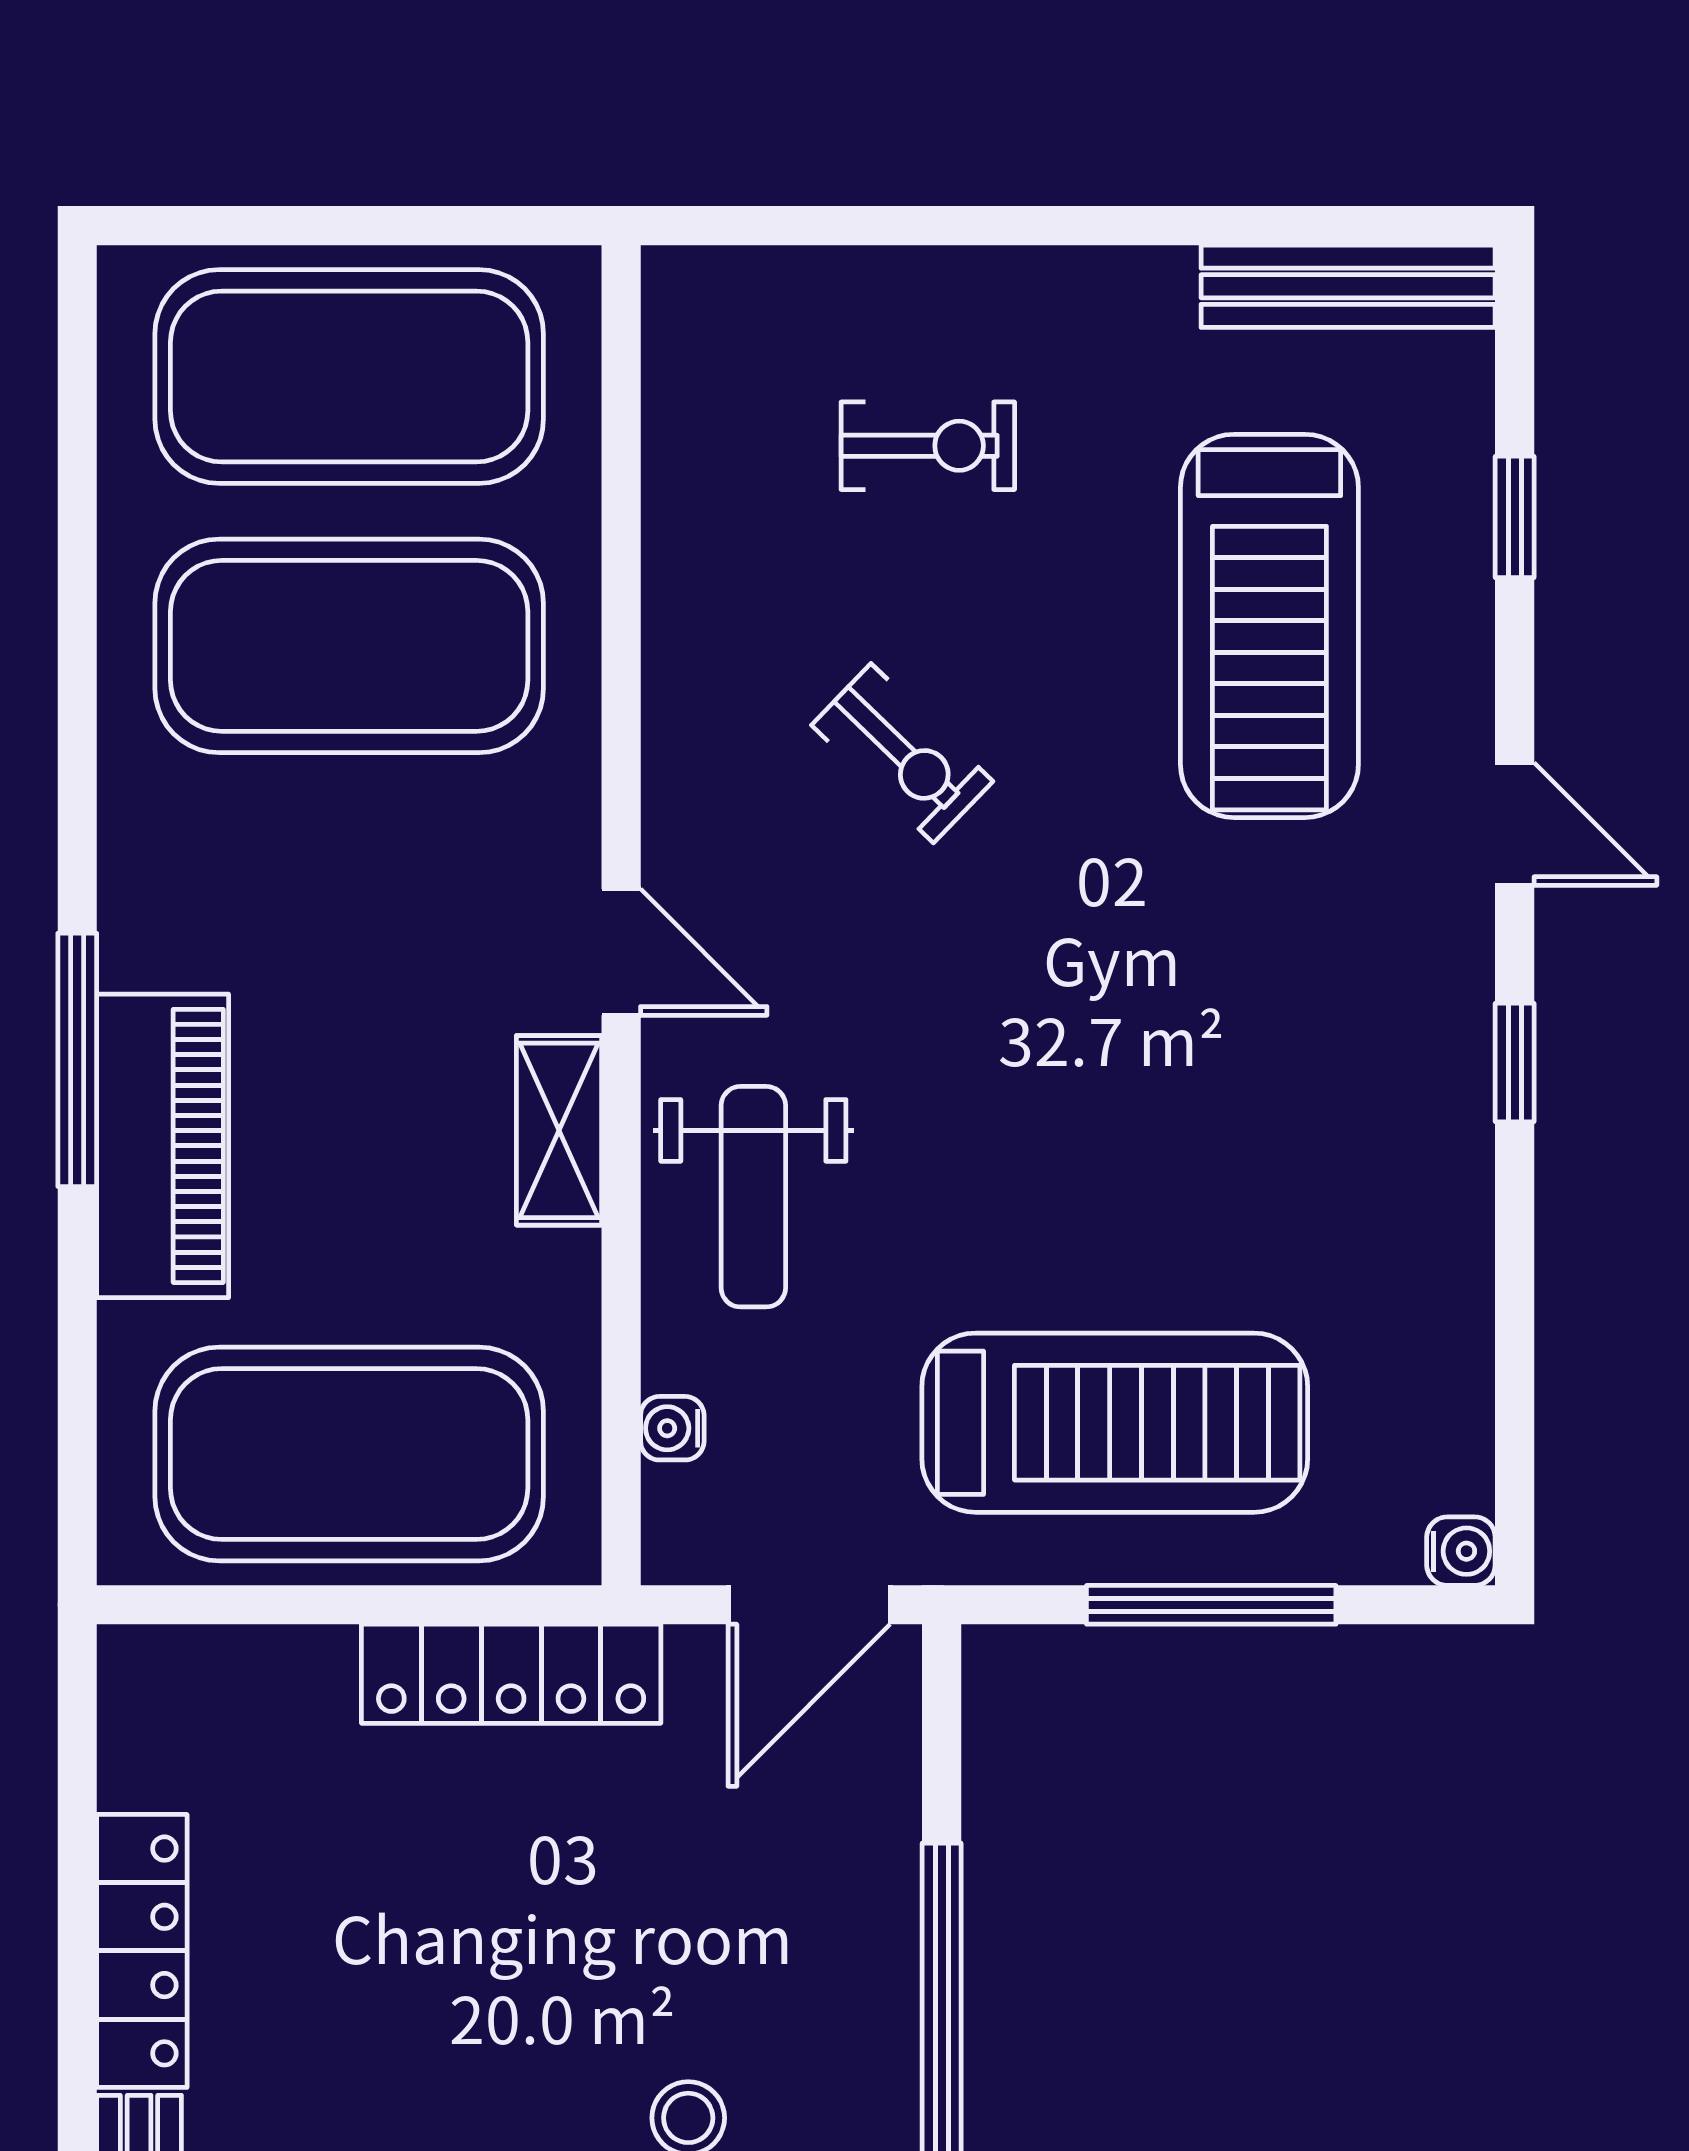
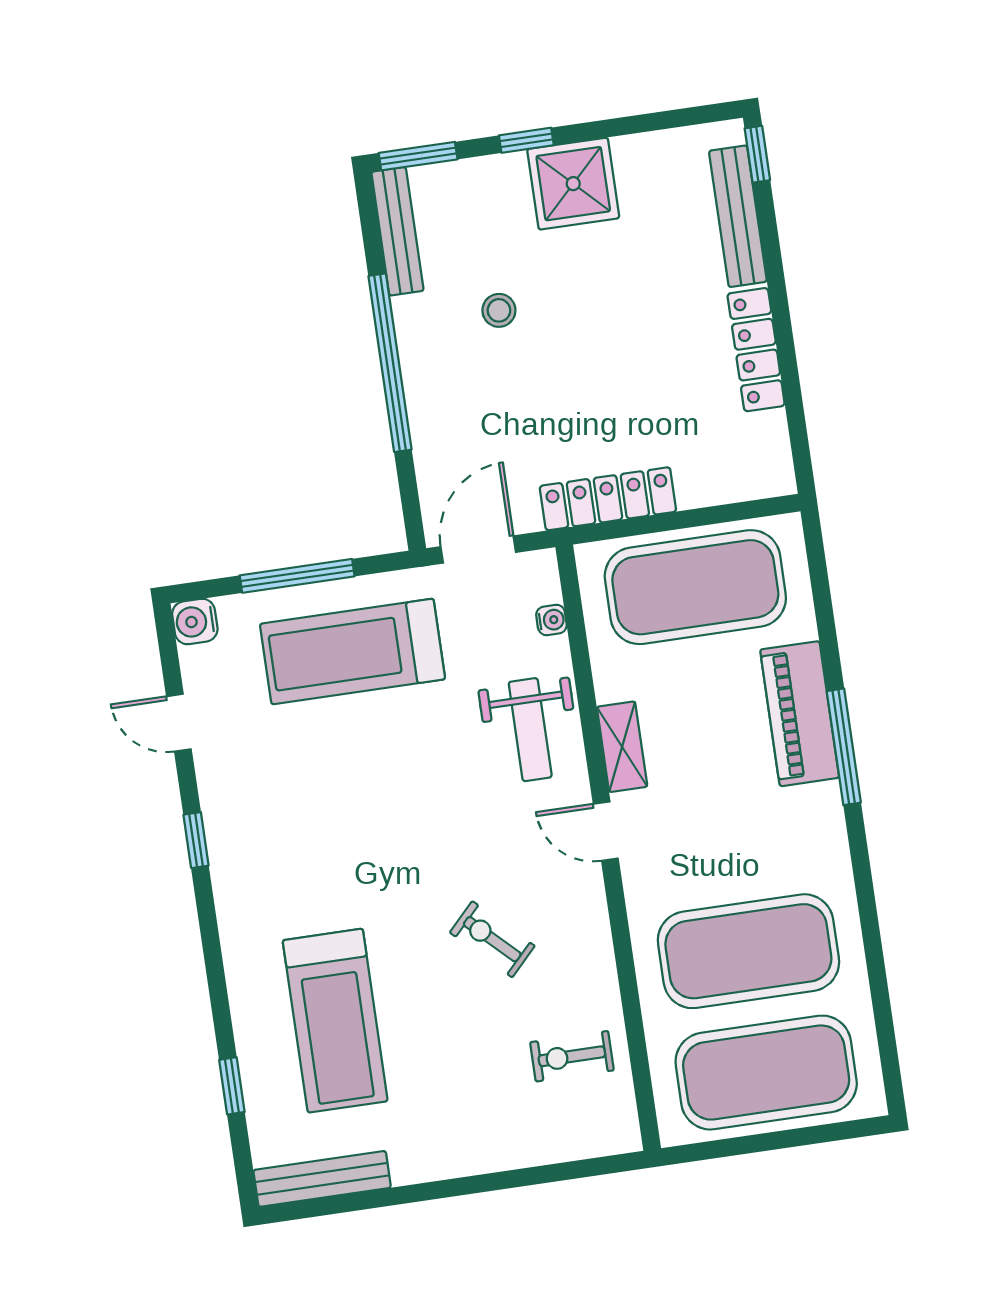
exercise bike: (928, 446) -> (572, 1056), moved
treadmill: (1269, 626) -> (335, 1021), turned 180
door: (1515, 824) -> (179, 723), moved
weight bench: (753, 1197) -> (530, 730), turned 180
water cooler: (1461, 1551) -> (195, 621), width x1.38, depth x1.38

